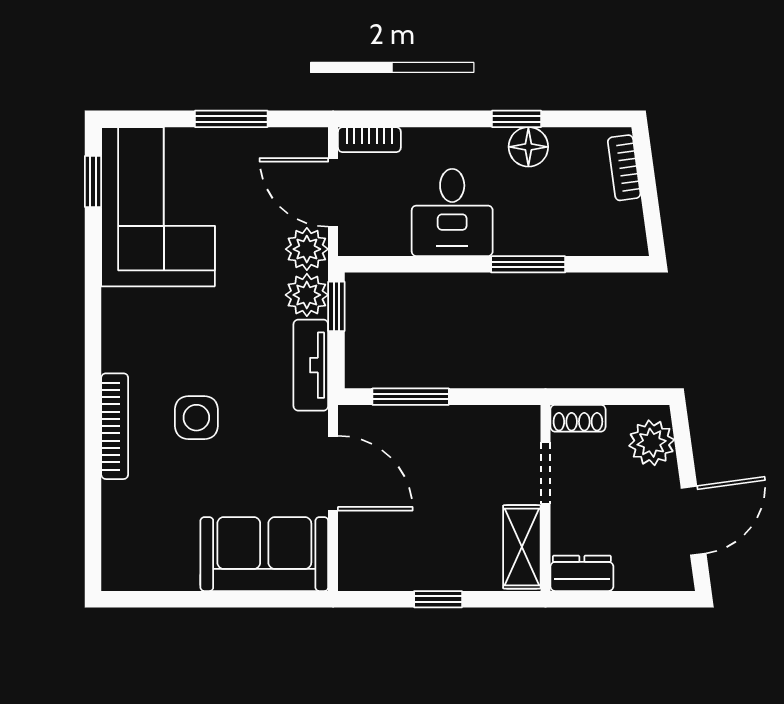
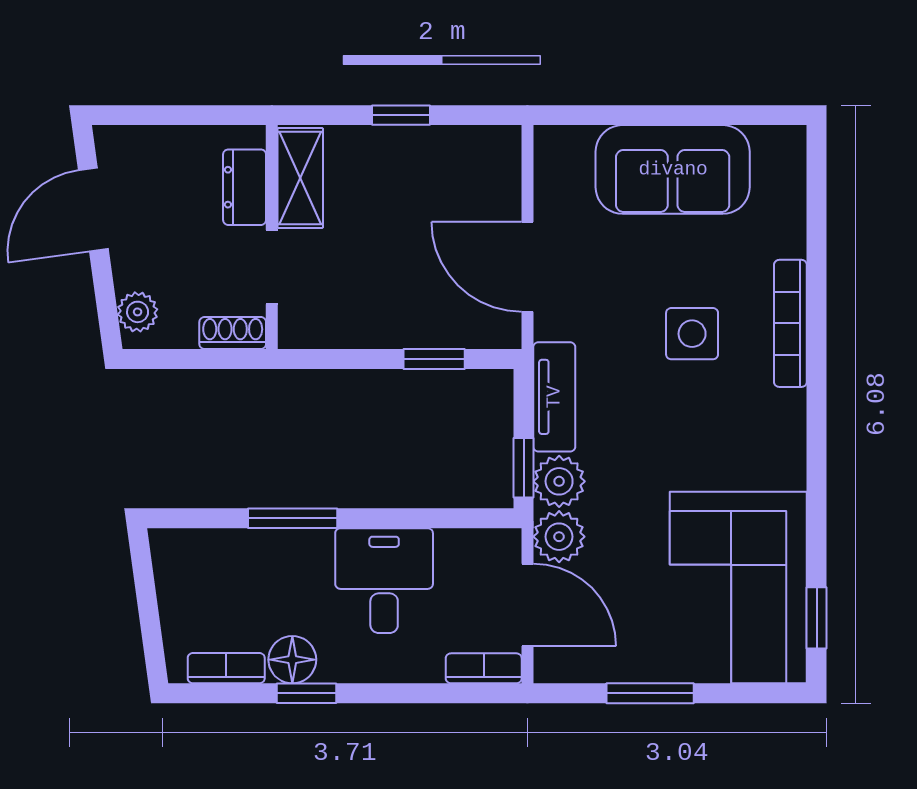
bookcase: (624, 168) -> (226, 668), moved, turned -82
window: (411, 397) -> (434, 359), width x0.67
plant: (652, 443) -> (138, 312), width x0.73, depth x0.73
sofa: (264, 554) -> (673, 169), moved
dresser: (582, 573) -> (245, 187), moved, turned 90

